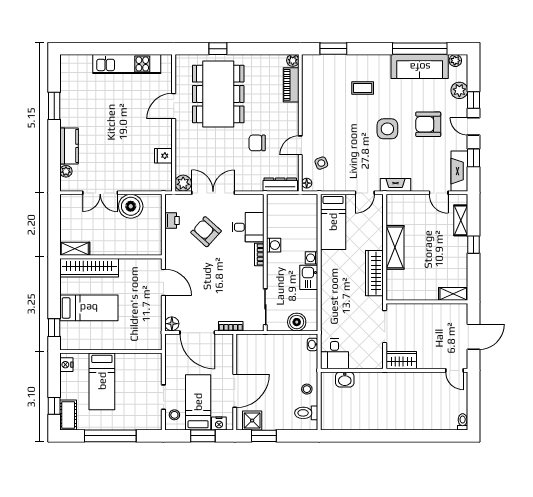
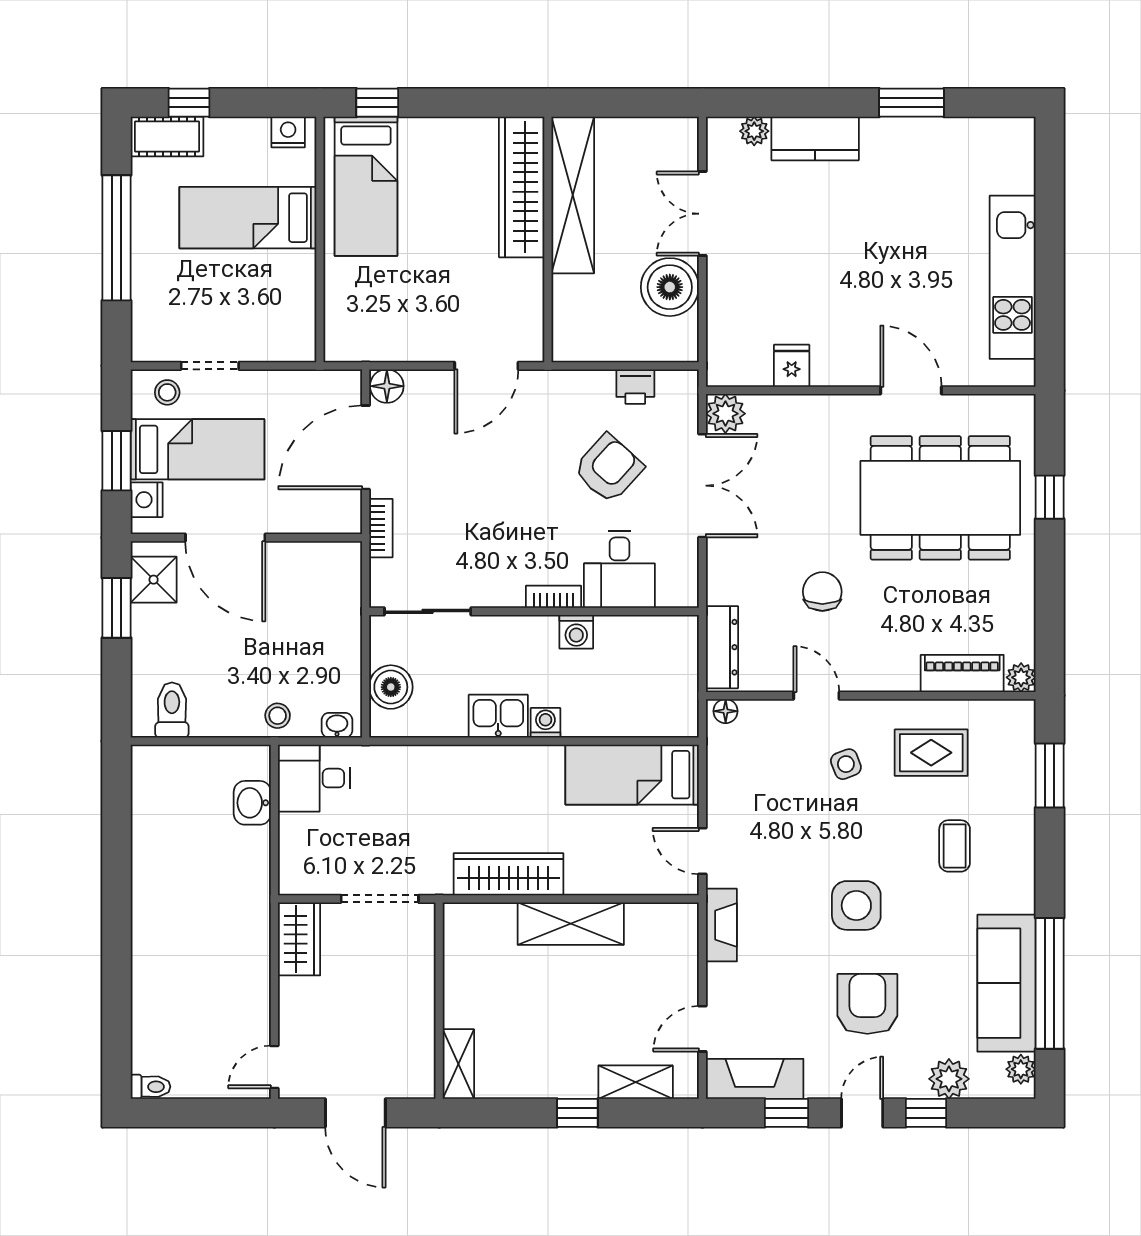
rug: (324, 98) -> (931, 753), added
side table: (321, 163) -> (846, 764), moved
shelving: (75, 249) -> (573, 195), width x2.20, depth x1.33
bed: (89, 308) -> (366, 186), moved
stool: (307, 389) -> (278, 716), moved

